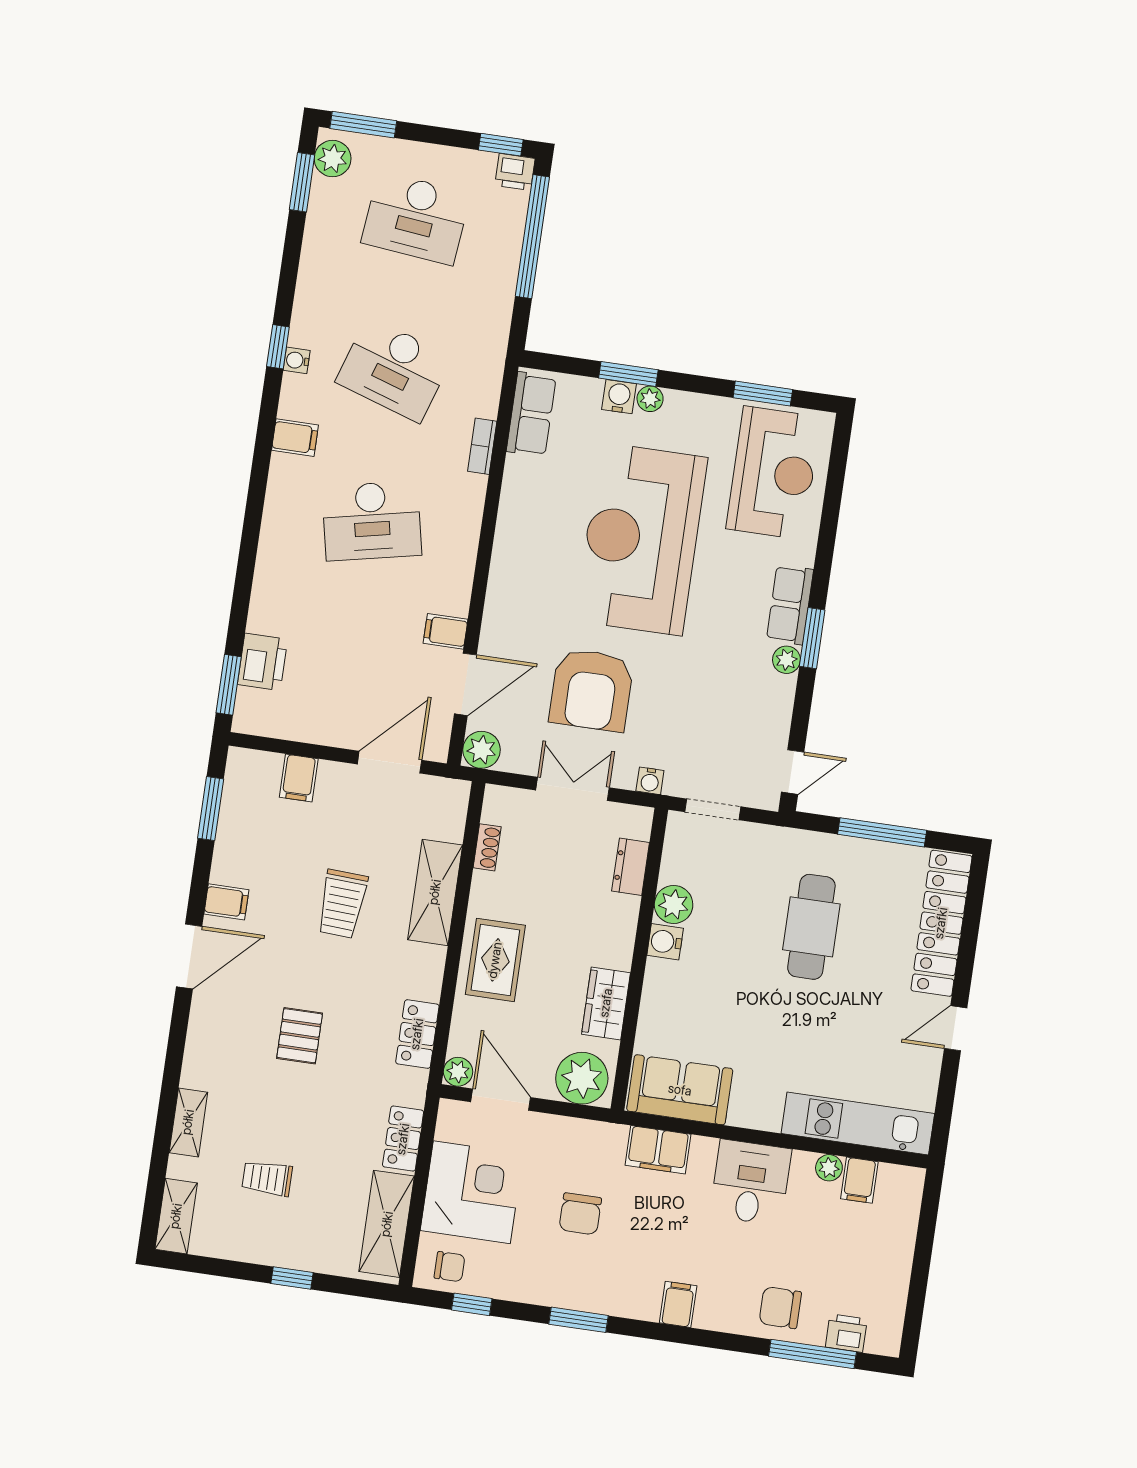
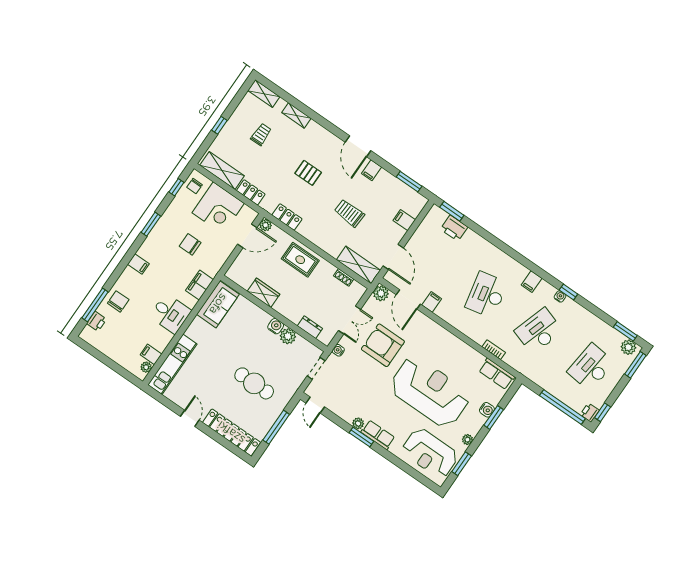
plant: (650, 399) -> (467, 440), moved
shelving: (435, 892) -> (358, 265), moved
plant: (582, 1078) -> (240, 270), removed
plant: (829, 1168) -> (146, 367), moved

